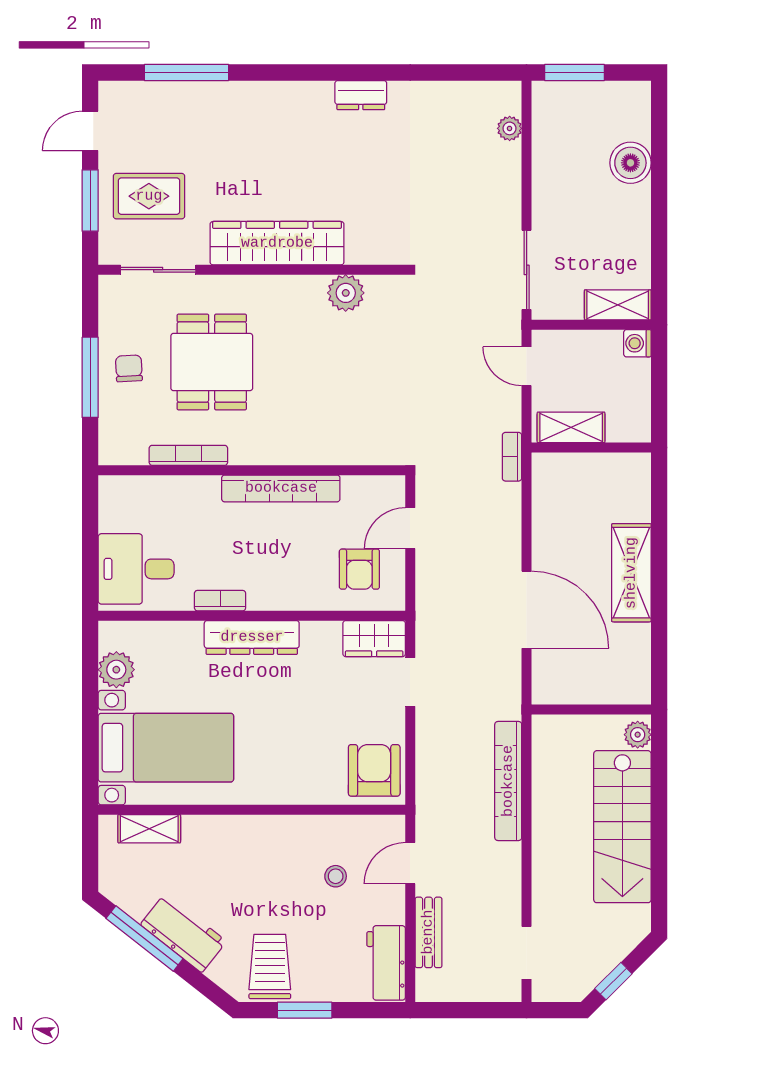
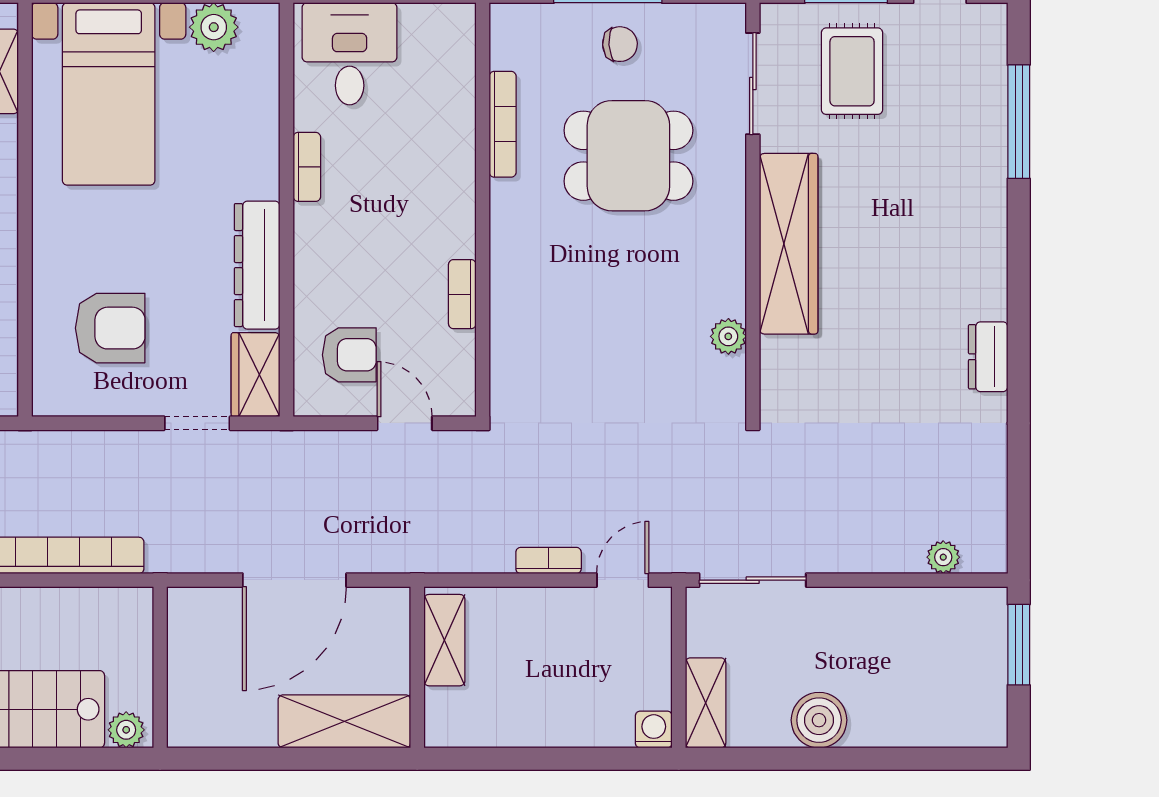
boiler: (630, 163) -> (819, 720), moved
plant: (346, 293) -> (728, 336), width x0.73, depth x0.73
shelving: (571, 427) -> (444, 640), moved
wall: (591, 448) -> (417, 667), moved
bookcase: (512, 457) -> (549, 561), moved
bookcase: (281, 488) -> (462, 294), width x0.43, depth x0.76
armchair: (359, 569) -> (349, 355), turned 180
dresser: (252, 637) -> (257, 265), moved
armchair: (374, 770) -> (110, 328), moved

